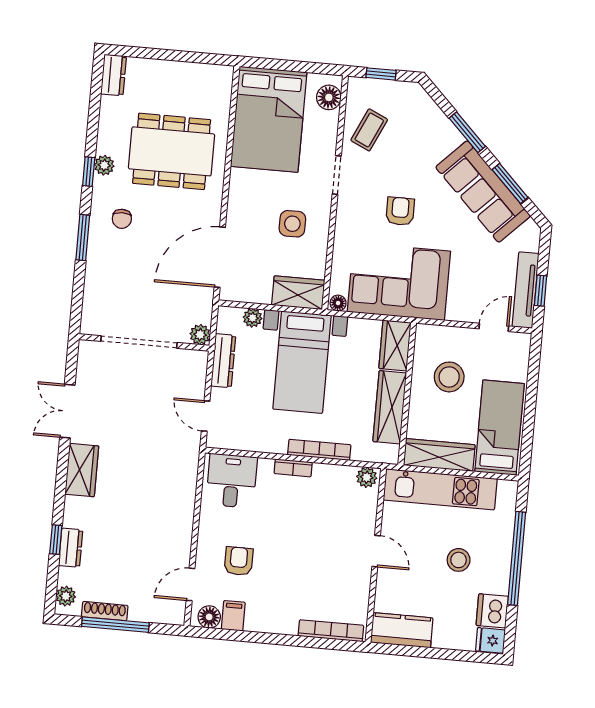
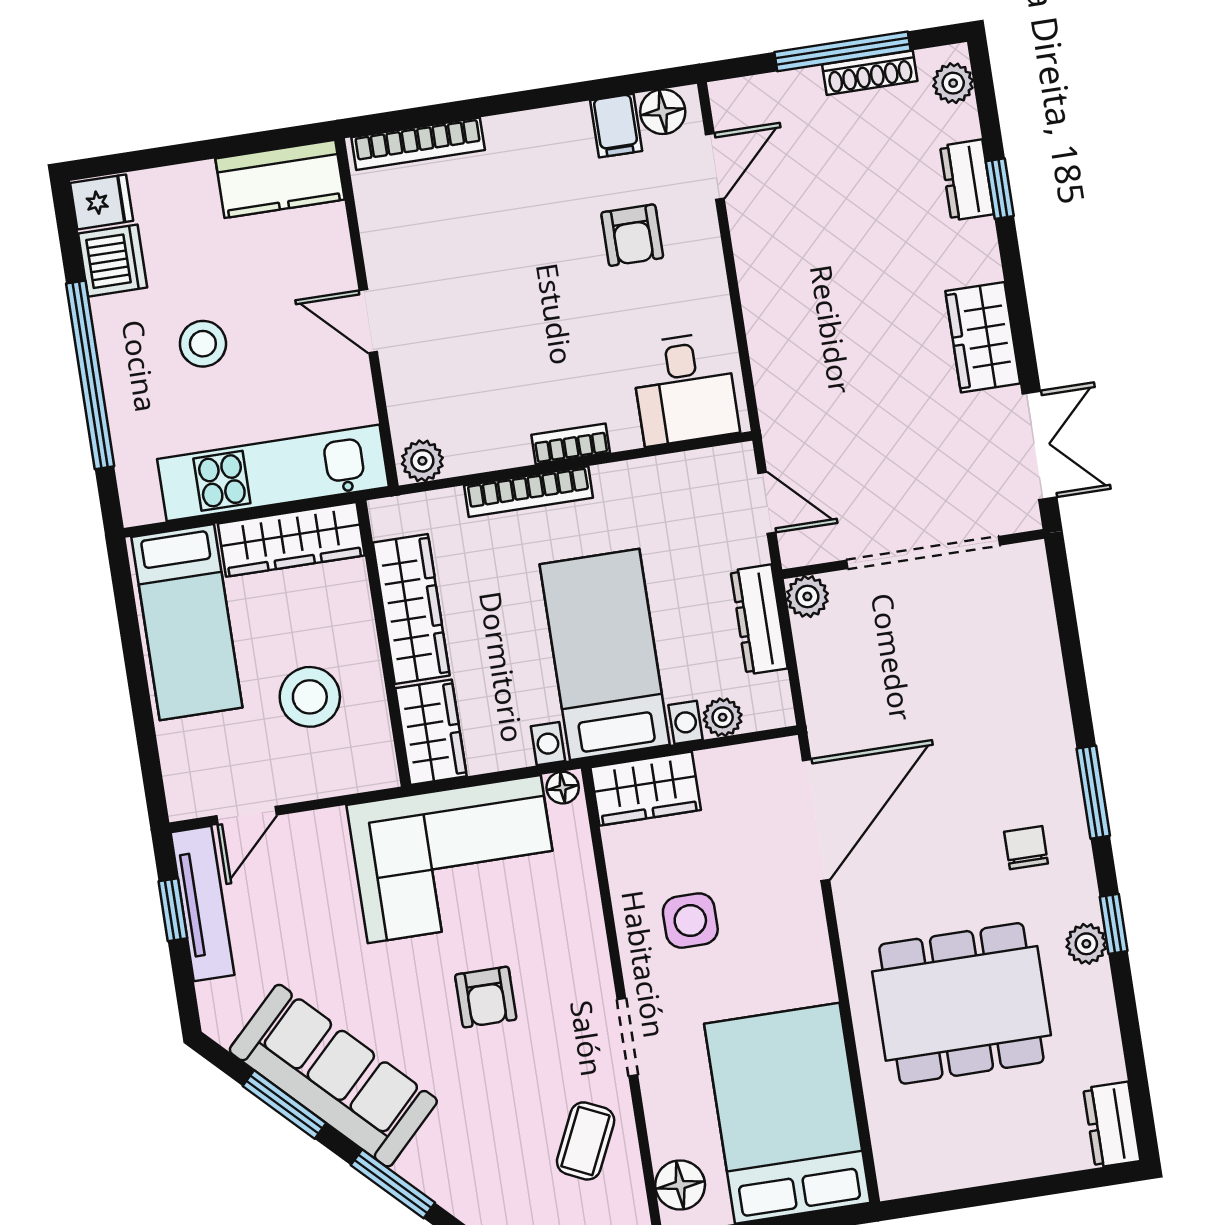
plant: (200, 335) -> (807, 596), moved
doorway: (139, 342) -> (923, 553), moved
wall: (144, 342) -> (913, 554), moved

